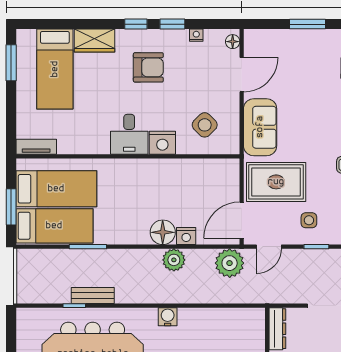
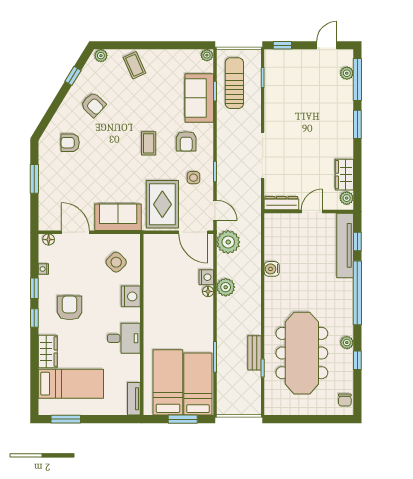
desk: (129, 134) -> (124, 338), moved
floor lamp: (163, 232) -> (208, 291), width x0.53, depth x0.53
water cooler: (168, 317) -> (272, 269), moved

